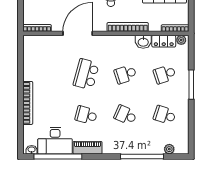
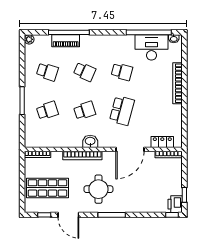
plant: (181, 40) -> (32, 143), removed
locker: (164, 41) -> (162, 142), moved
washbasin: (143, 42) -> (90, 141), moved
piano: (88, 148) -> (66, 41), moved
plant: (169, 149) -> (29, 39), moved

